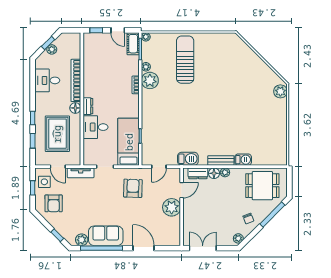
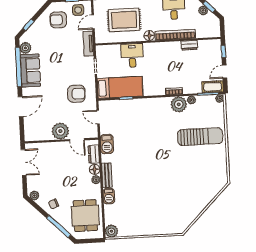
plant: (280, 91) -> (111, 231), moved
dresser: (88, 106) -> (189, 45), moved

